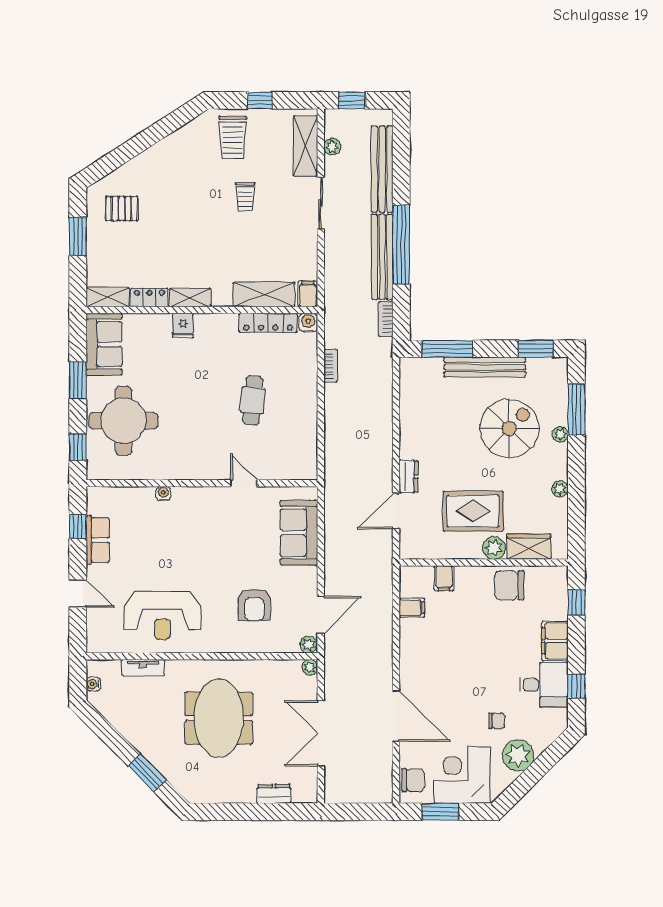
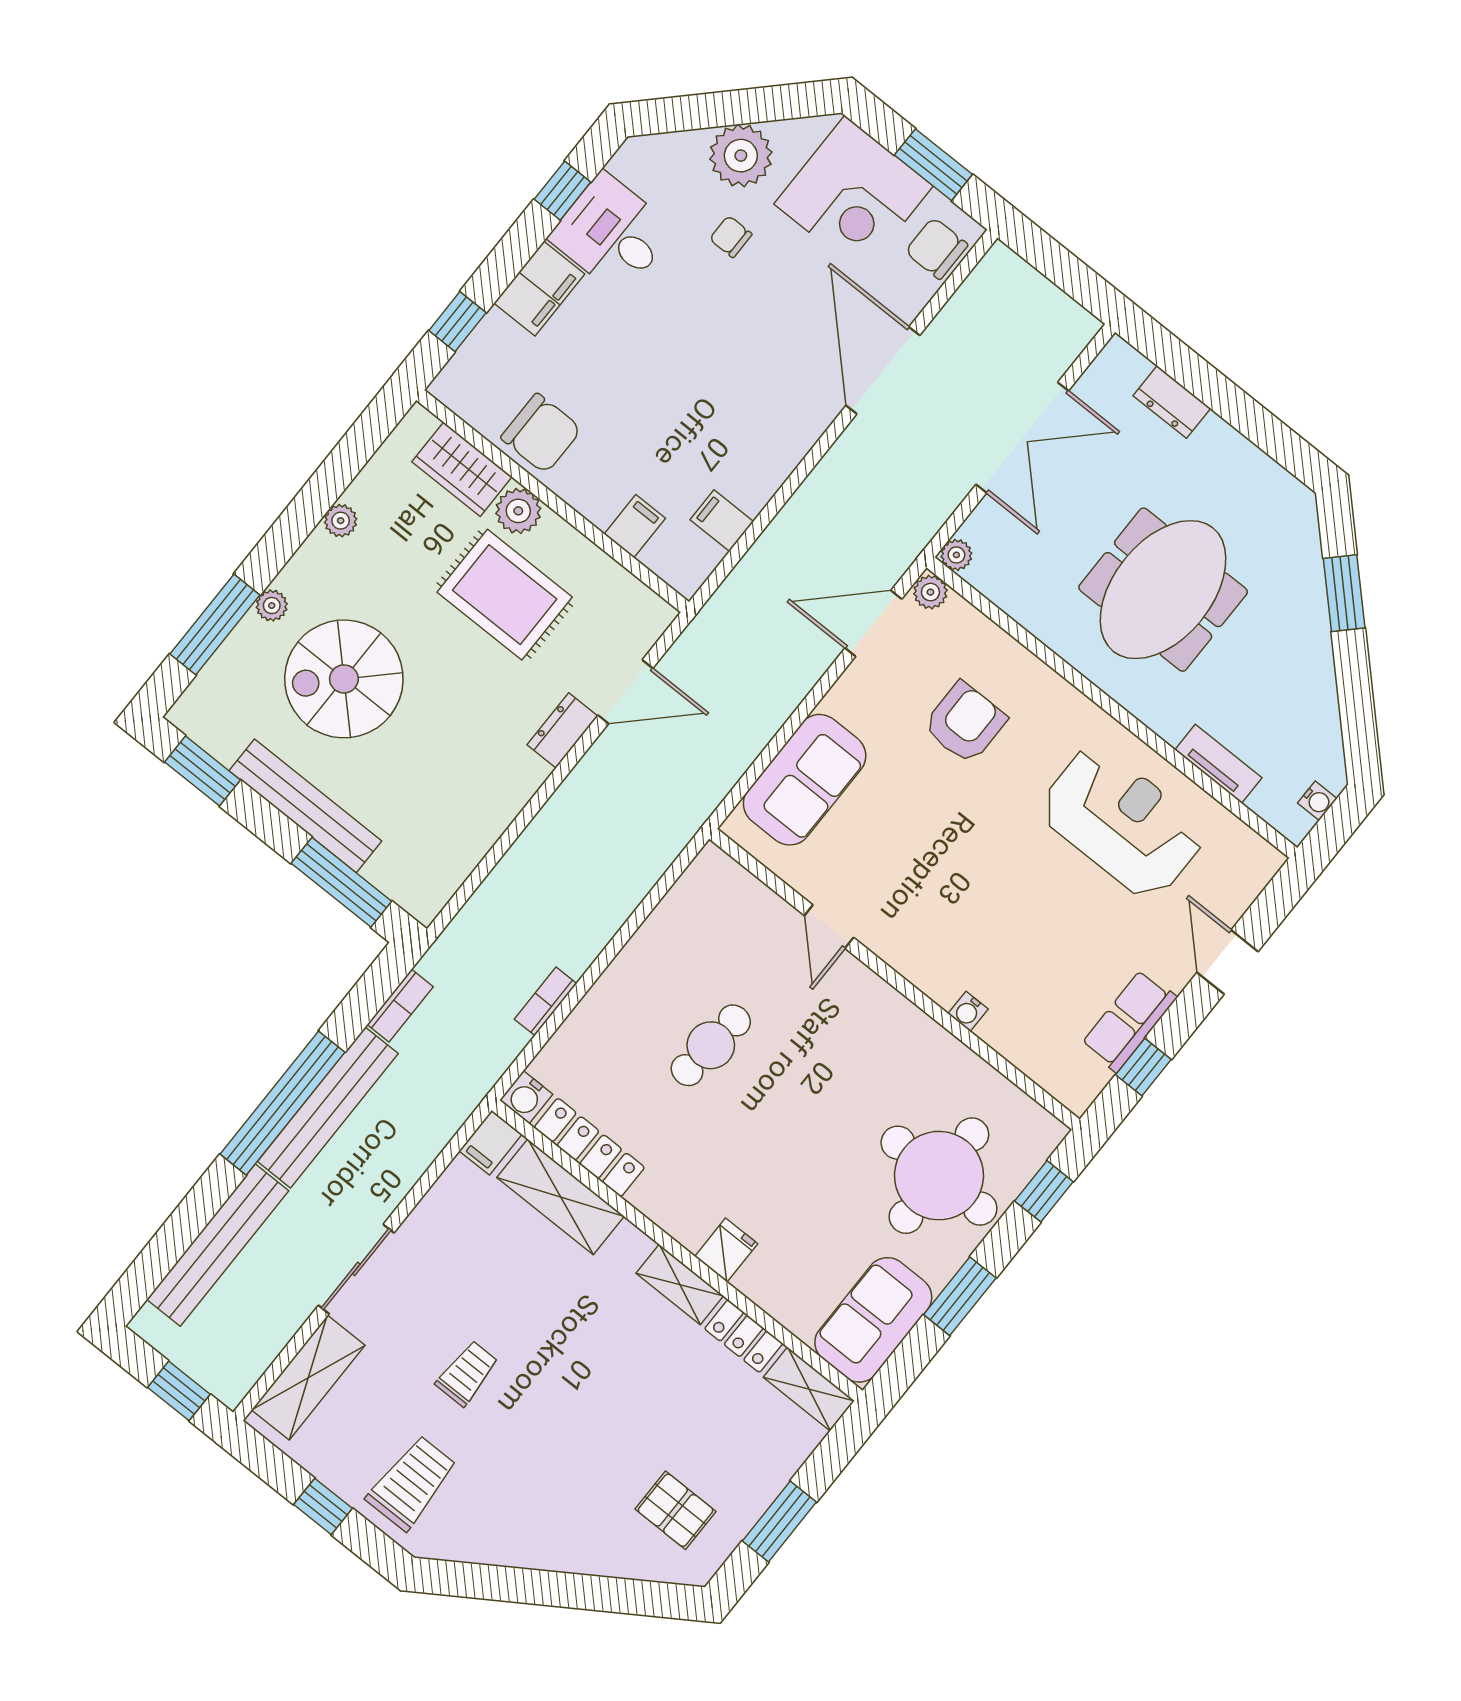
plant: (332, 147) -> (268, 1343), removed

